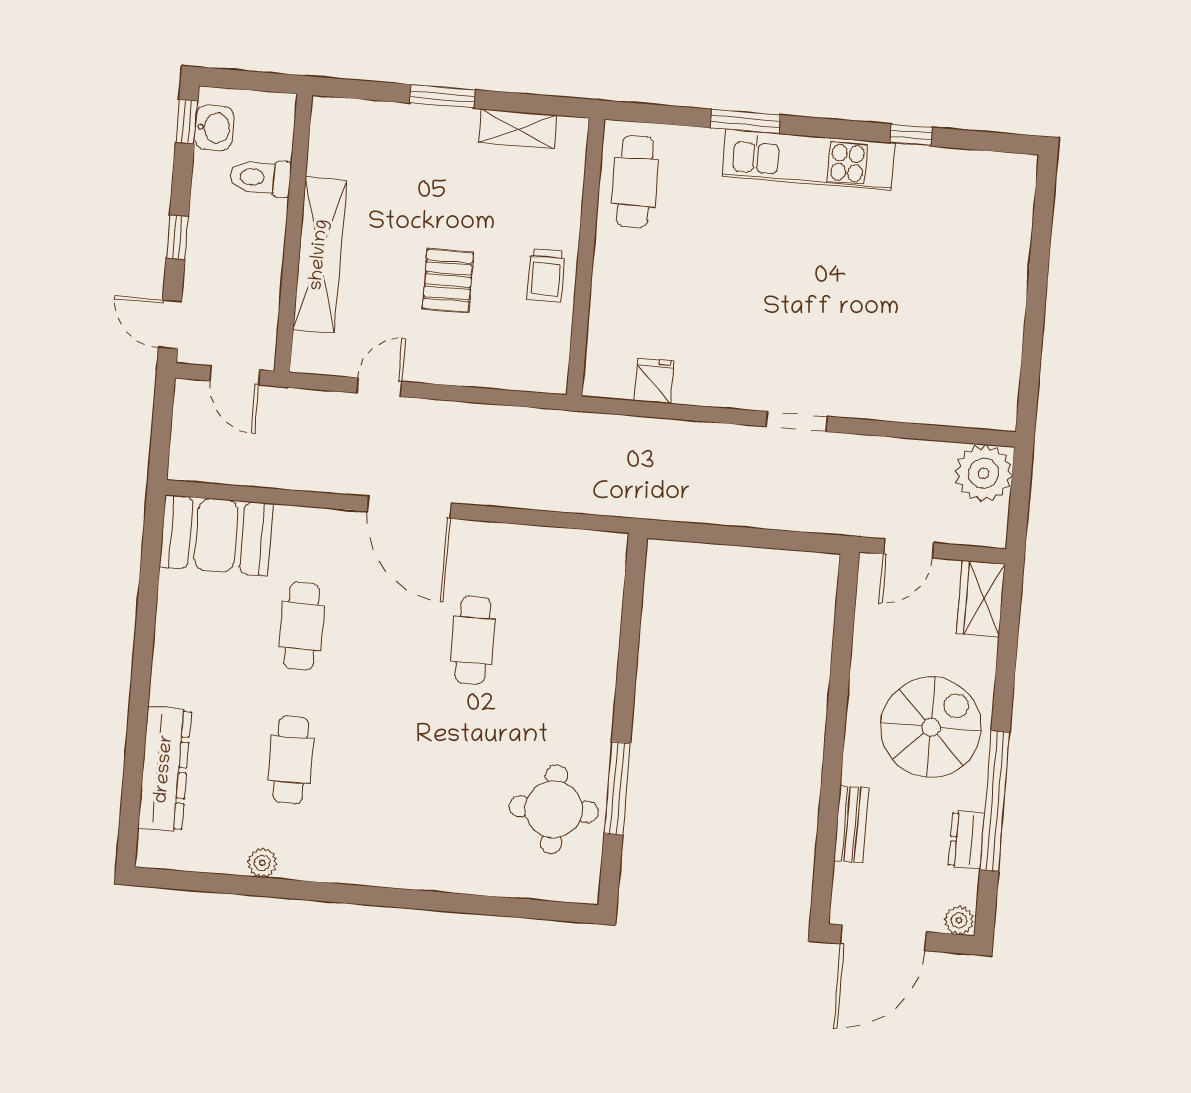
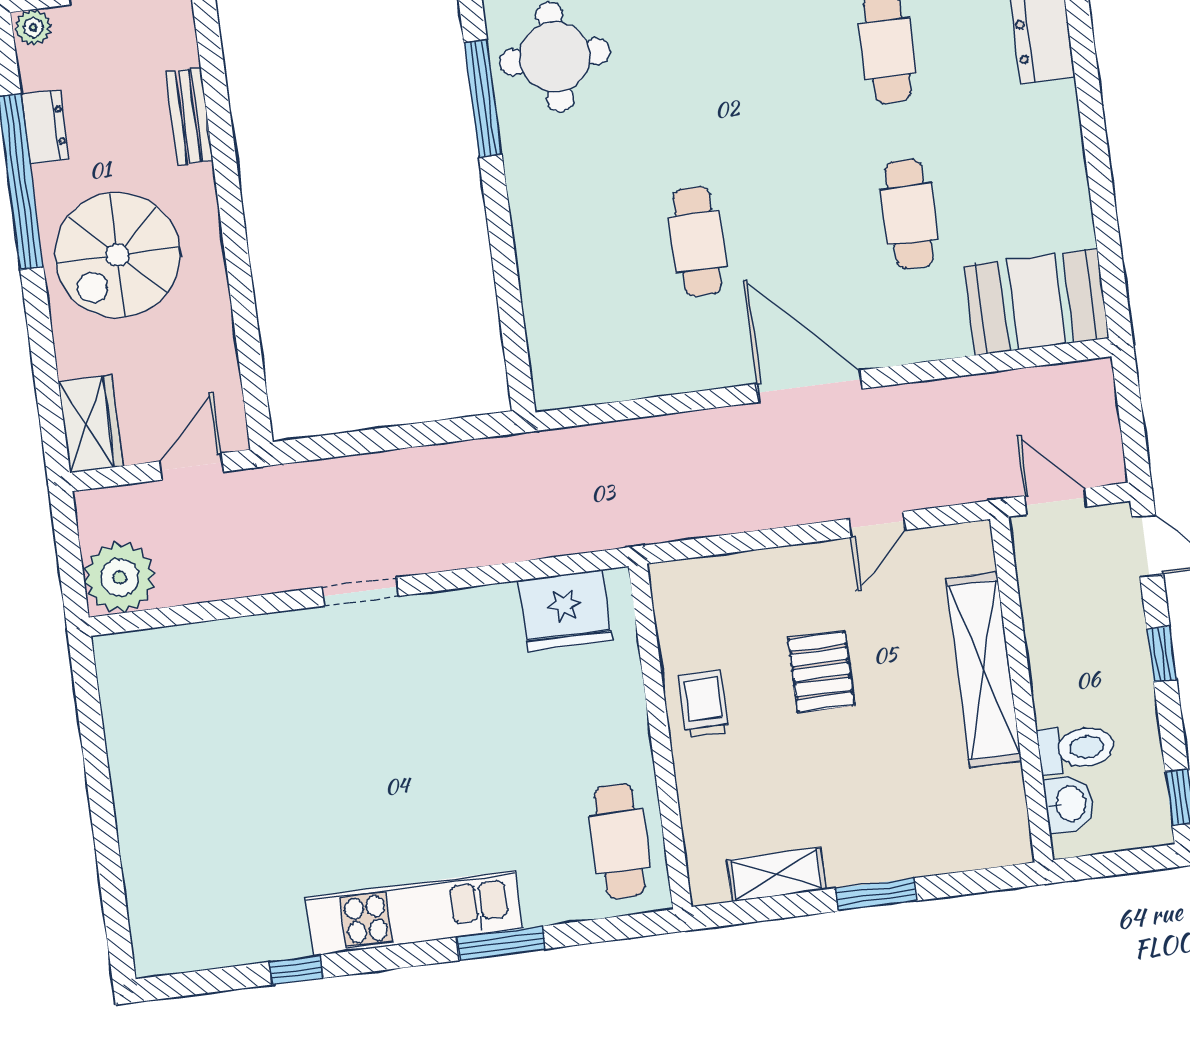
washbasin: (214, 128) -> (1069, 804), moved, turned 180
fridge: (654, 381) -> (565, 611), width x1.88, depth x1.34

